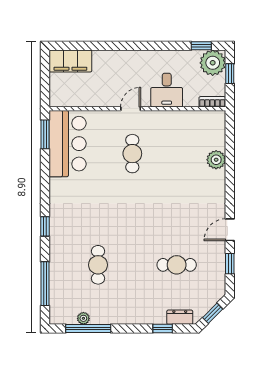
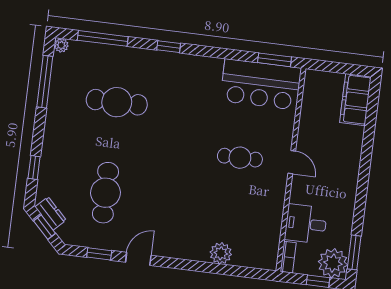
window: (201, 46) -> (354, 252), width x1.50
desk: (167, 90) -> (306, 224), moved
door: (230, 230) -> (138, 259), hinge flipped
cafe table: (98, 265) -> (117, 102), width x1.37, depth x1.35
cafe table: (177, 265) -> (105, 193), width x1.37, depth x1.35
dresser: (180, 317) -> (51, 213), moved, turned -45
plant: (83, 318) -> (61, 45), moved

